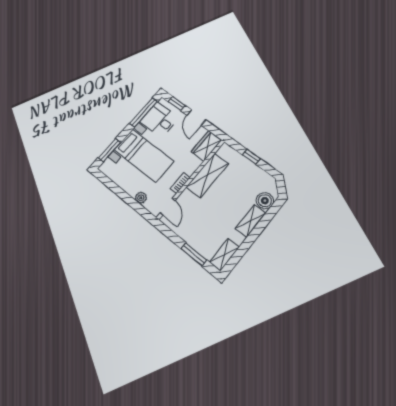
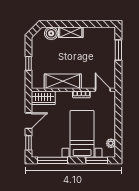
desk: (159, 120) -> (49, 145), removed
plant: (141, 198) -> (111, 143), moved
door: (168, 207) -> (103, 90), hinge flipped
shelving: (224, 255) -> (104, 32), removed

